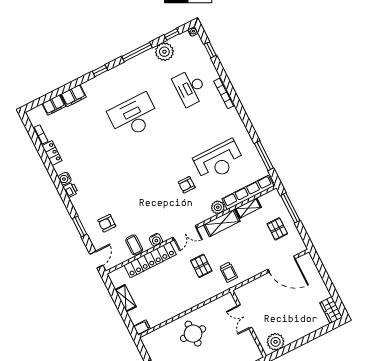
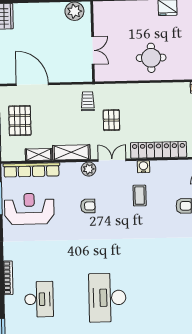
desk: (134, 116) -> (107, 298), turned 90
reception desk: (219, 161) -> (29, 209), moved
plant: (218, 207) -> (89, 169), moved
pallet: (277, 229) -> (20, 121), width x1.50, depth x1.42
coffee table: (134, 245) -> (140, 196), moved

